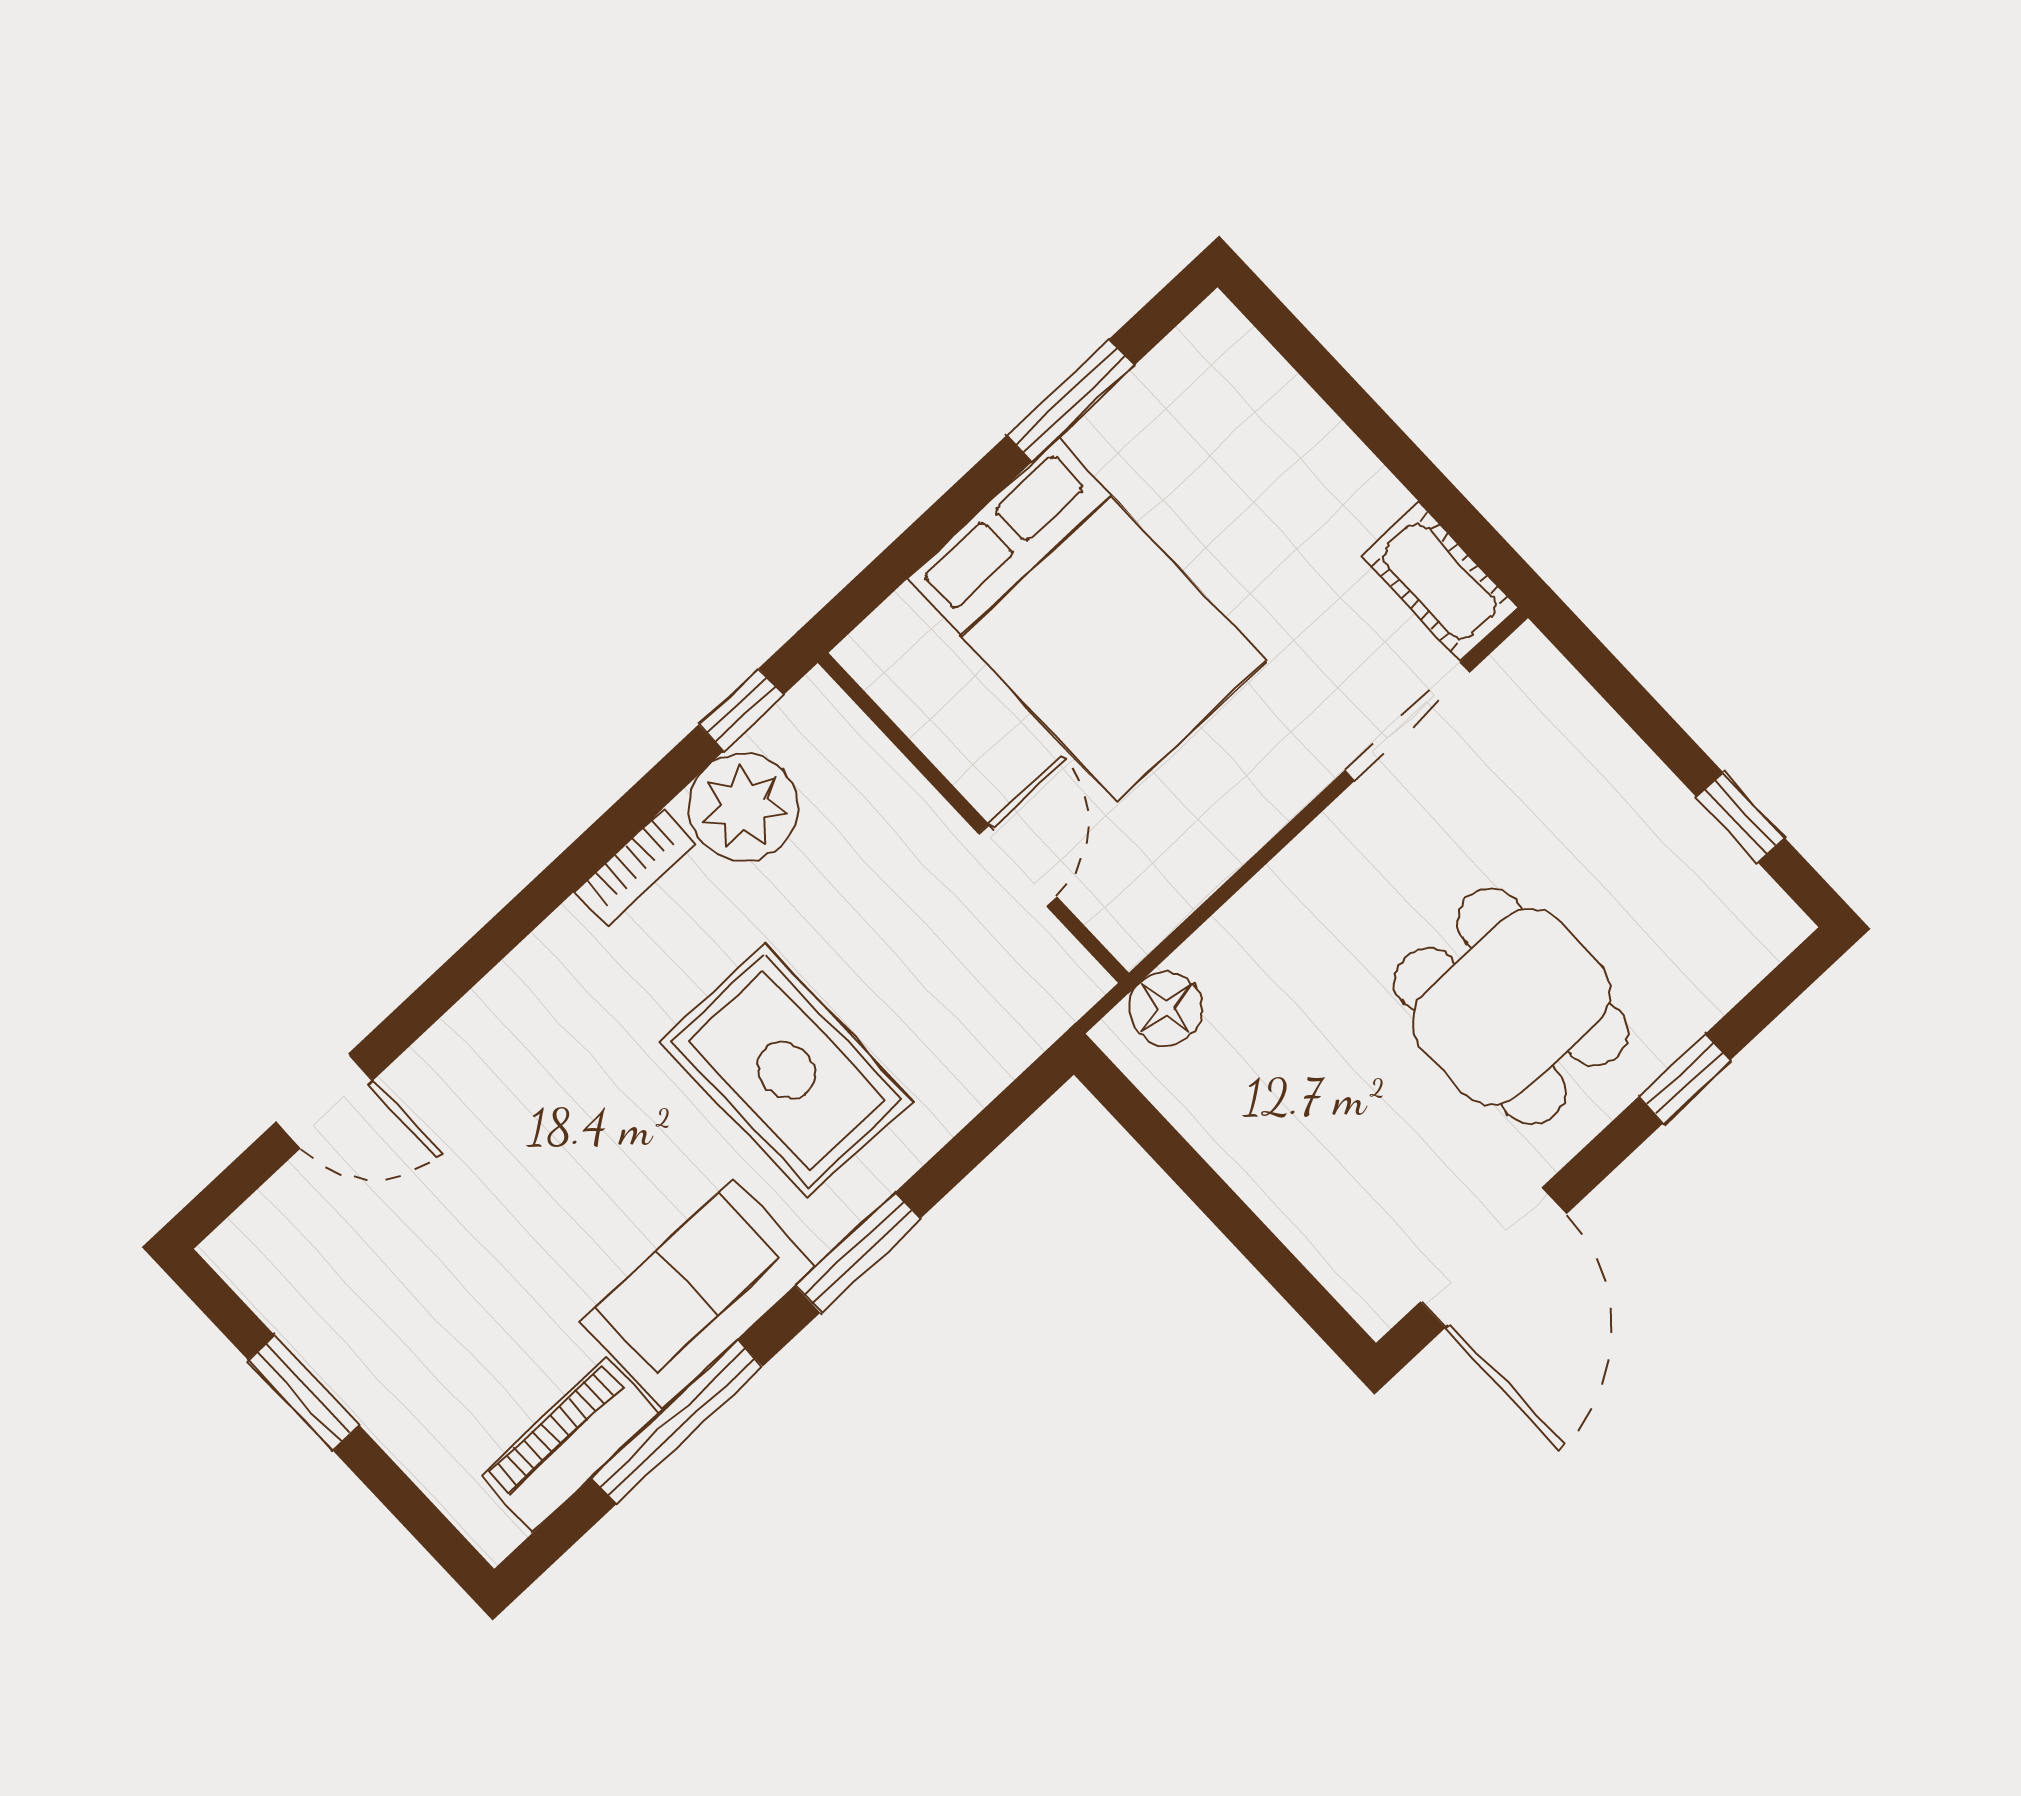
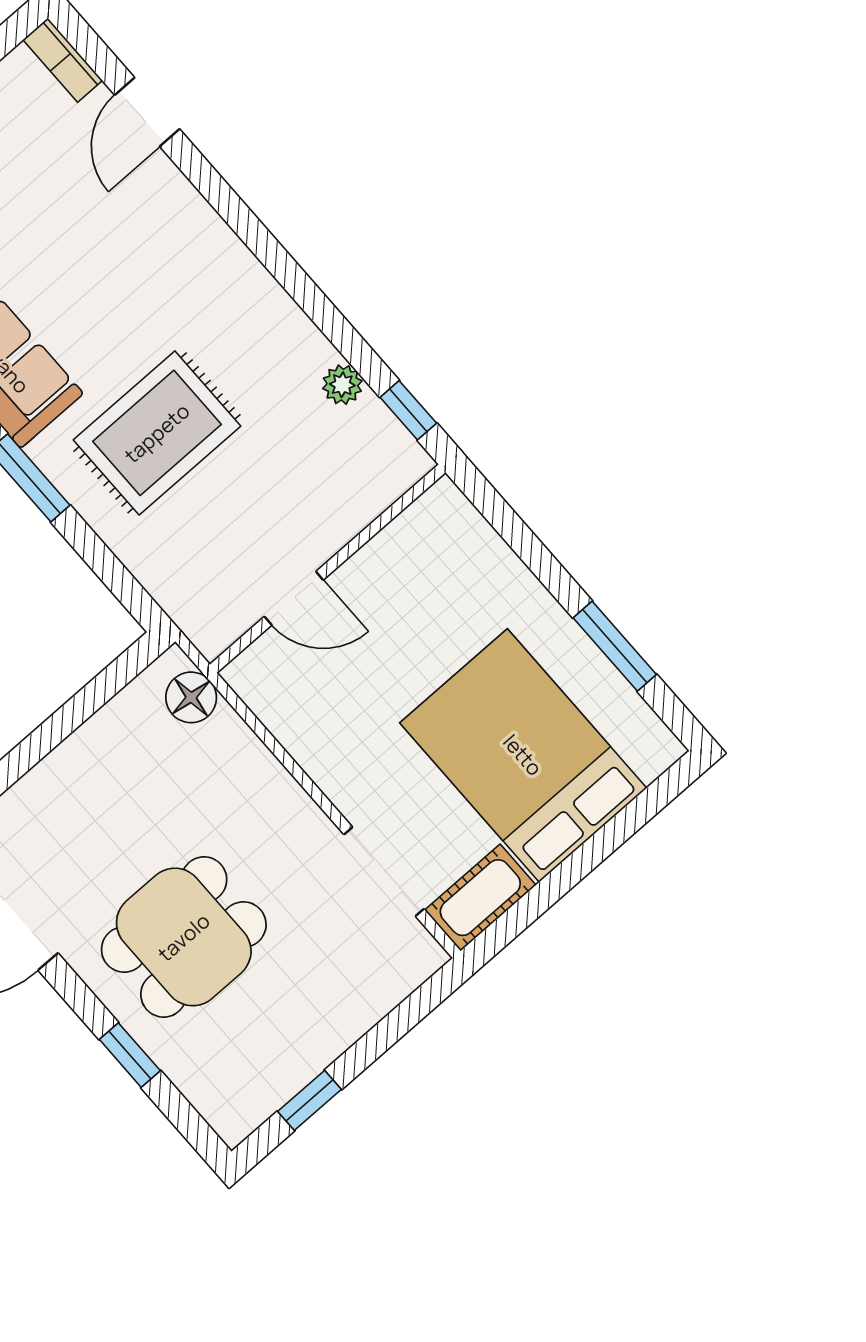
bed: (1087, 620) -> (523, 755), moved, turned 90
plant: (743, 807) -> (342, 385), width x0.53, depth x0.53
bookcase: (635, 867) -> (63, 60), moved

